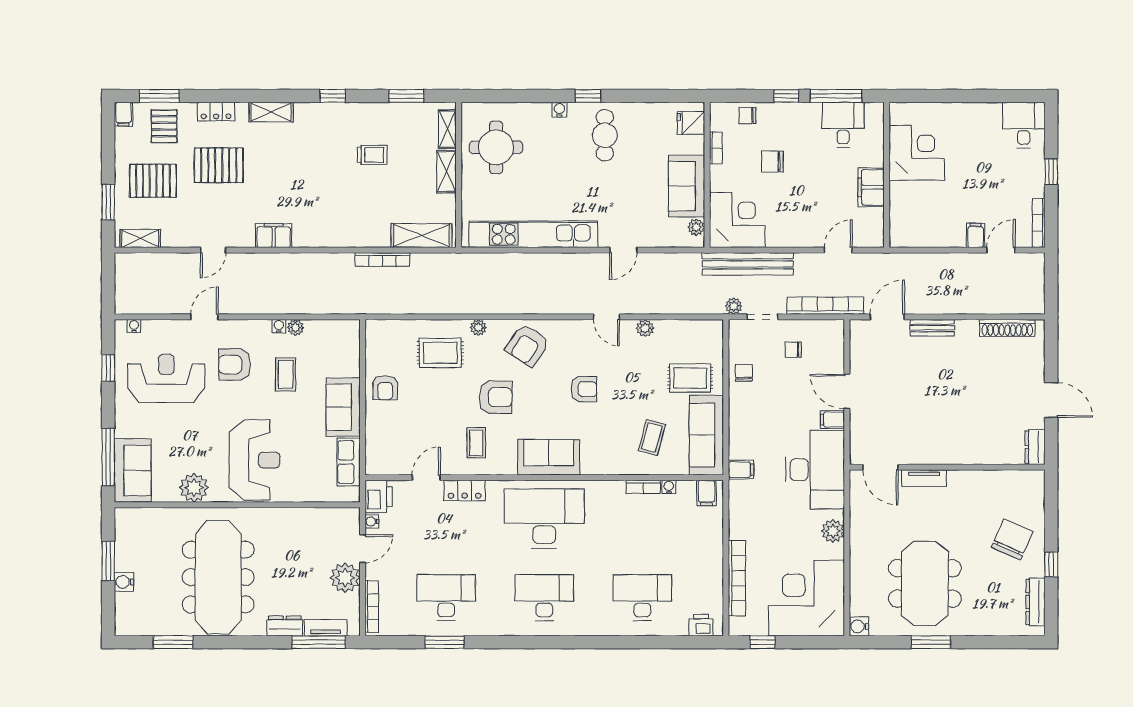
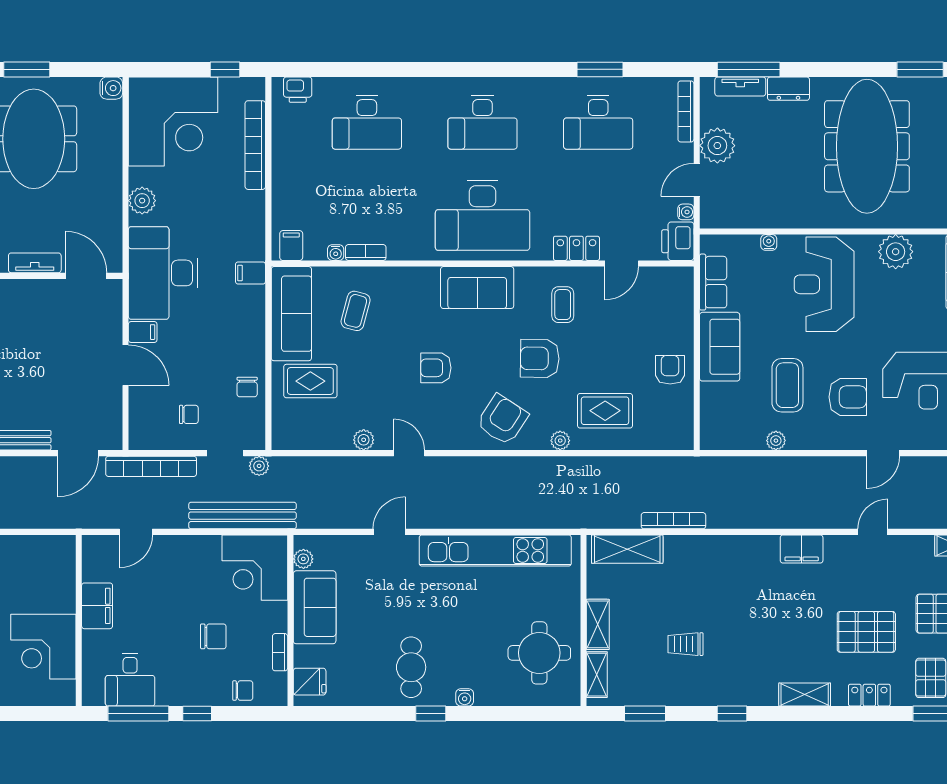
water cooler: (279, 326) -> (769, 242), moved, turned 180
coffee table: (286, 374) -> (787, 385), width x1.36, depth x1.30

